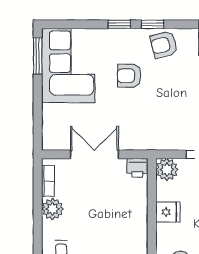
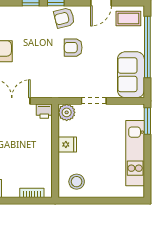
armchair: (129, 76) -> (73, 48), moved

